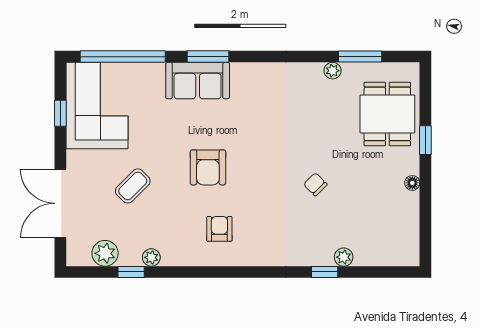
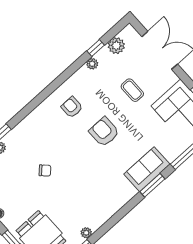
coffee table: (133, 186) -> (132, 90), turned -45
armchair: (219, 229) -> (72, 107), turned 180

